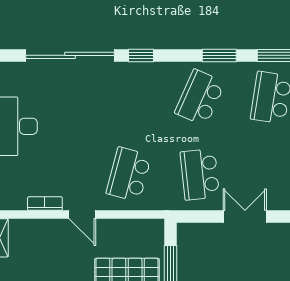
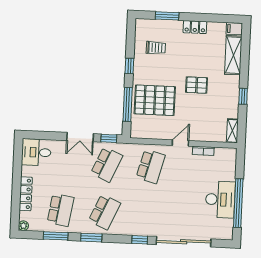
school desk: (200, 174) -> (107, 164), turned 30
door: (82, 215) -> (180, 143), hinge flipped
window: (198, 217) -> (109, 138), added

